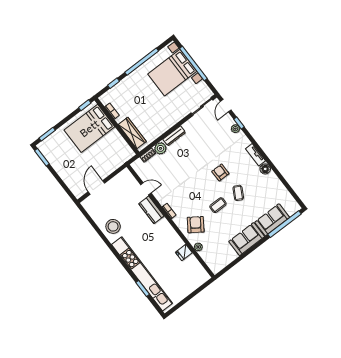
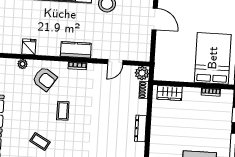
wardrobe: (132, 133) -> (170, 93), width x0.67
plant: (160, 148) -> (142, 73), moved
armchair: (220, 172) -> (72, 141), removed
coffee table: (218, 205) -> (63, 111), moved
kitchen counter: (151, 210) -> (76, 50), moved

